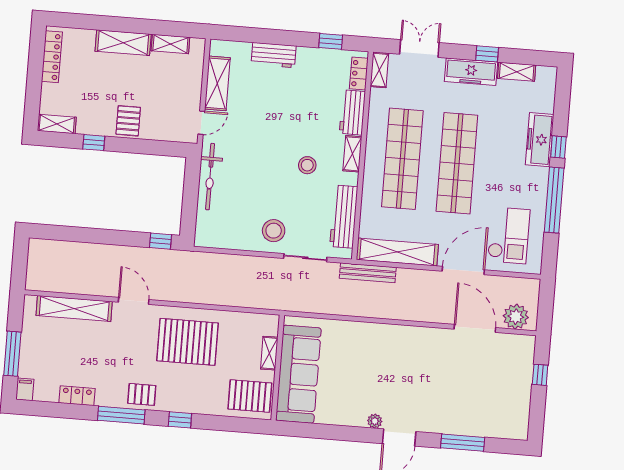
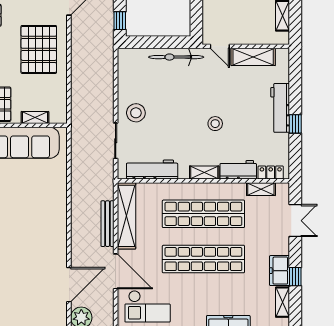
window: (331, 41) -> (295, 124), moved
workbench: (274, 55) -> (280, 108), width x1.38
shelving: (379, 70) -> (261, 189), moved
freezer: (471, 72) -> (280, 271), width x0.71
stool: (307, 165) -> (215, 124), moved
bench: (368, 273) -> (108, 224), moved

